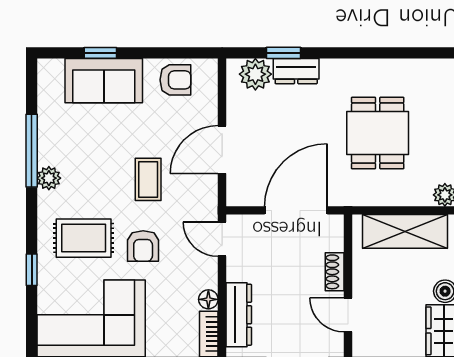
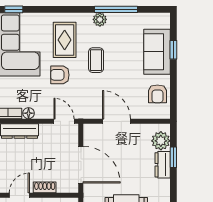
coffee table: (148, 179) -> (96, 60), moved, turned 90
door: (222, 239) -> (64, 121), hinge flipped
window: (32, 270) -> (14, 9), moved

